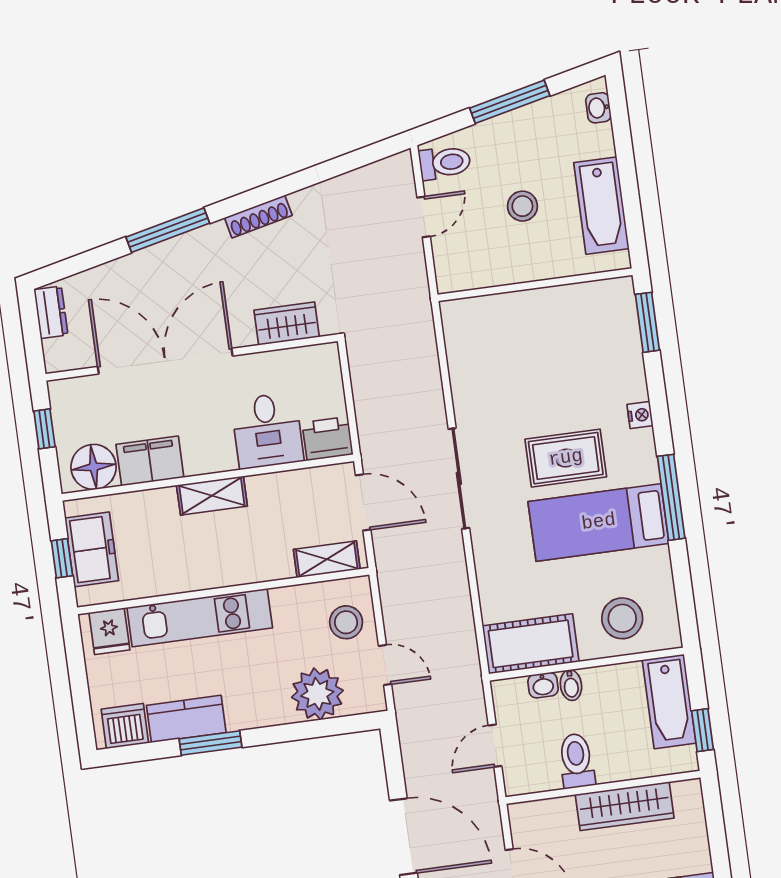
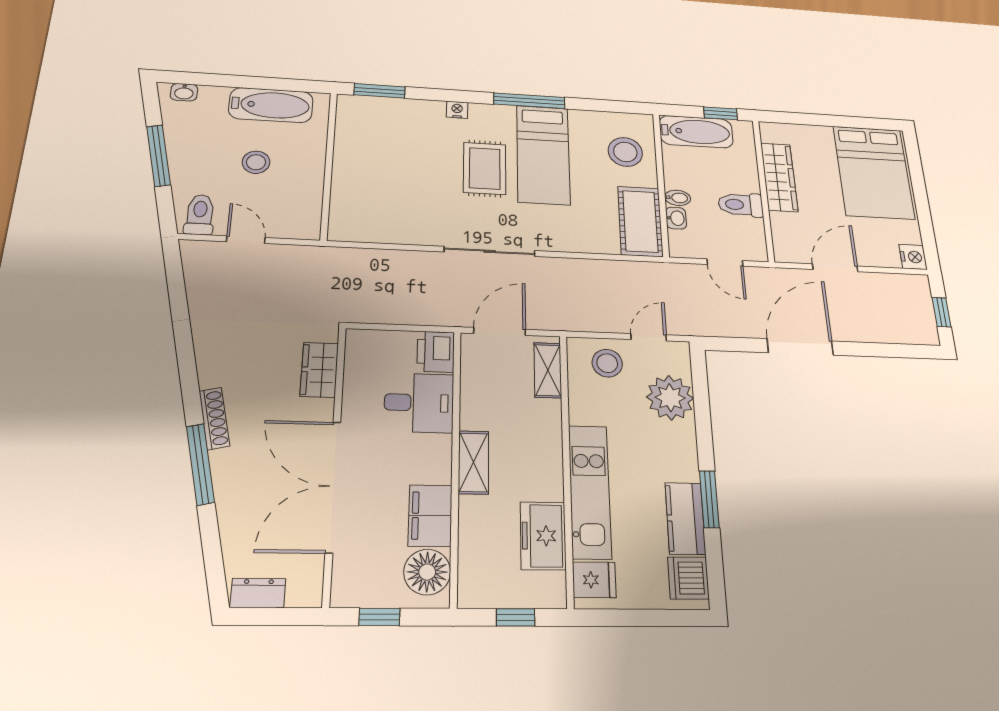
shoe rack: (258, 217) -> (214, 418), moved
freezer: (92, 549) -> (543, 536), moved, turned -90

